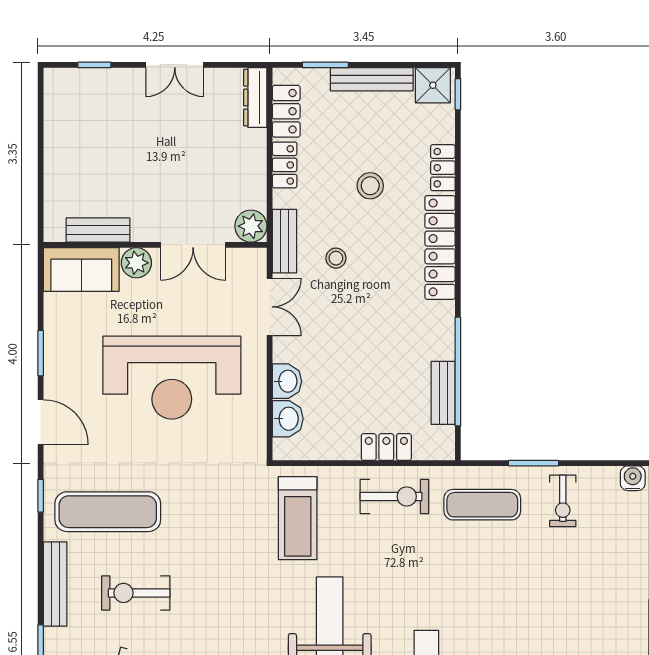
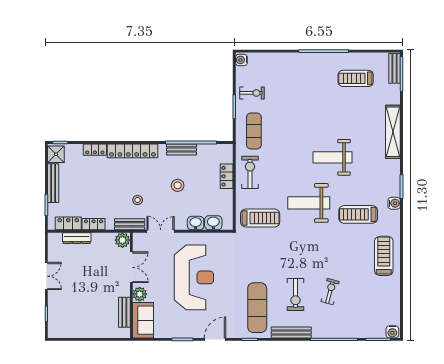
dresser: (255, 98) -> (77, 238), moved
stool: (370, 186) -> (178, 185), moved
bench: (443, 393) -> (182, 149), moved

